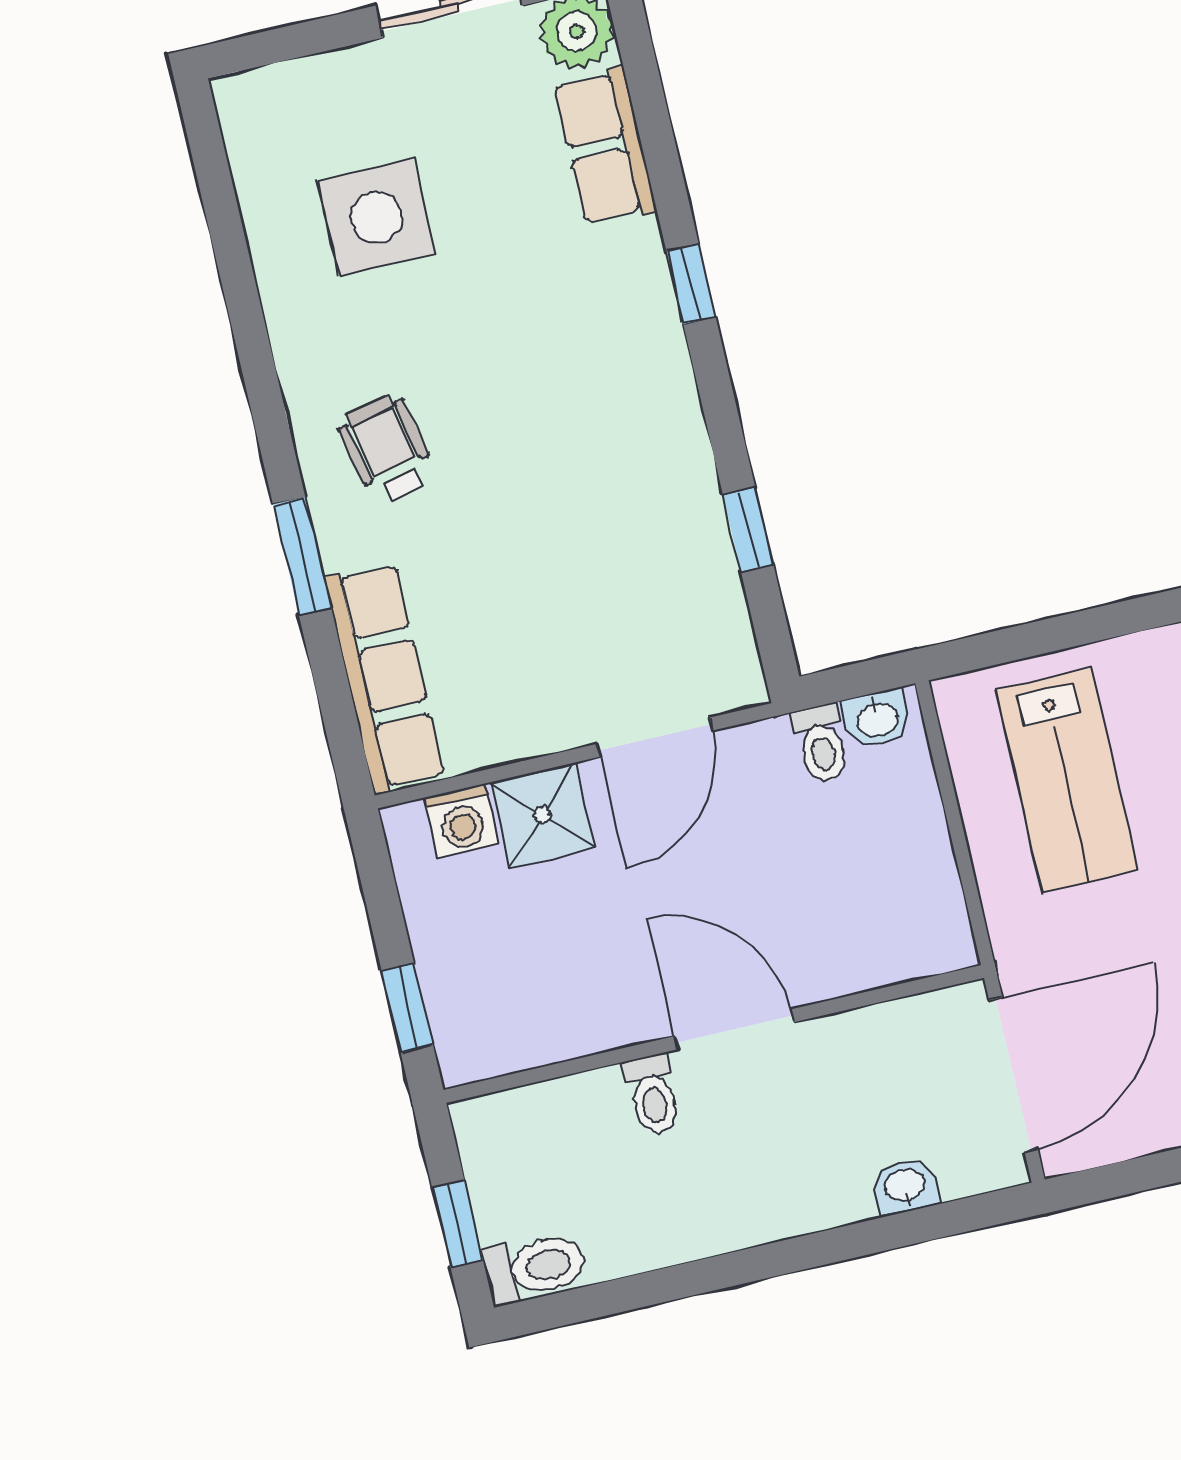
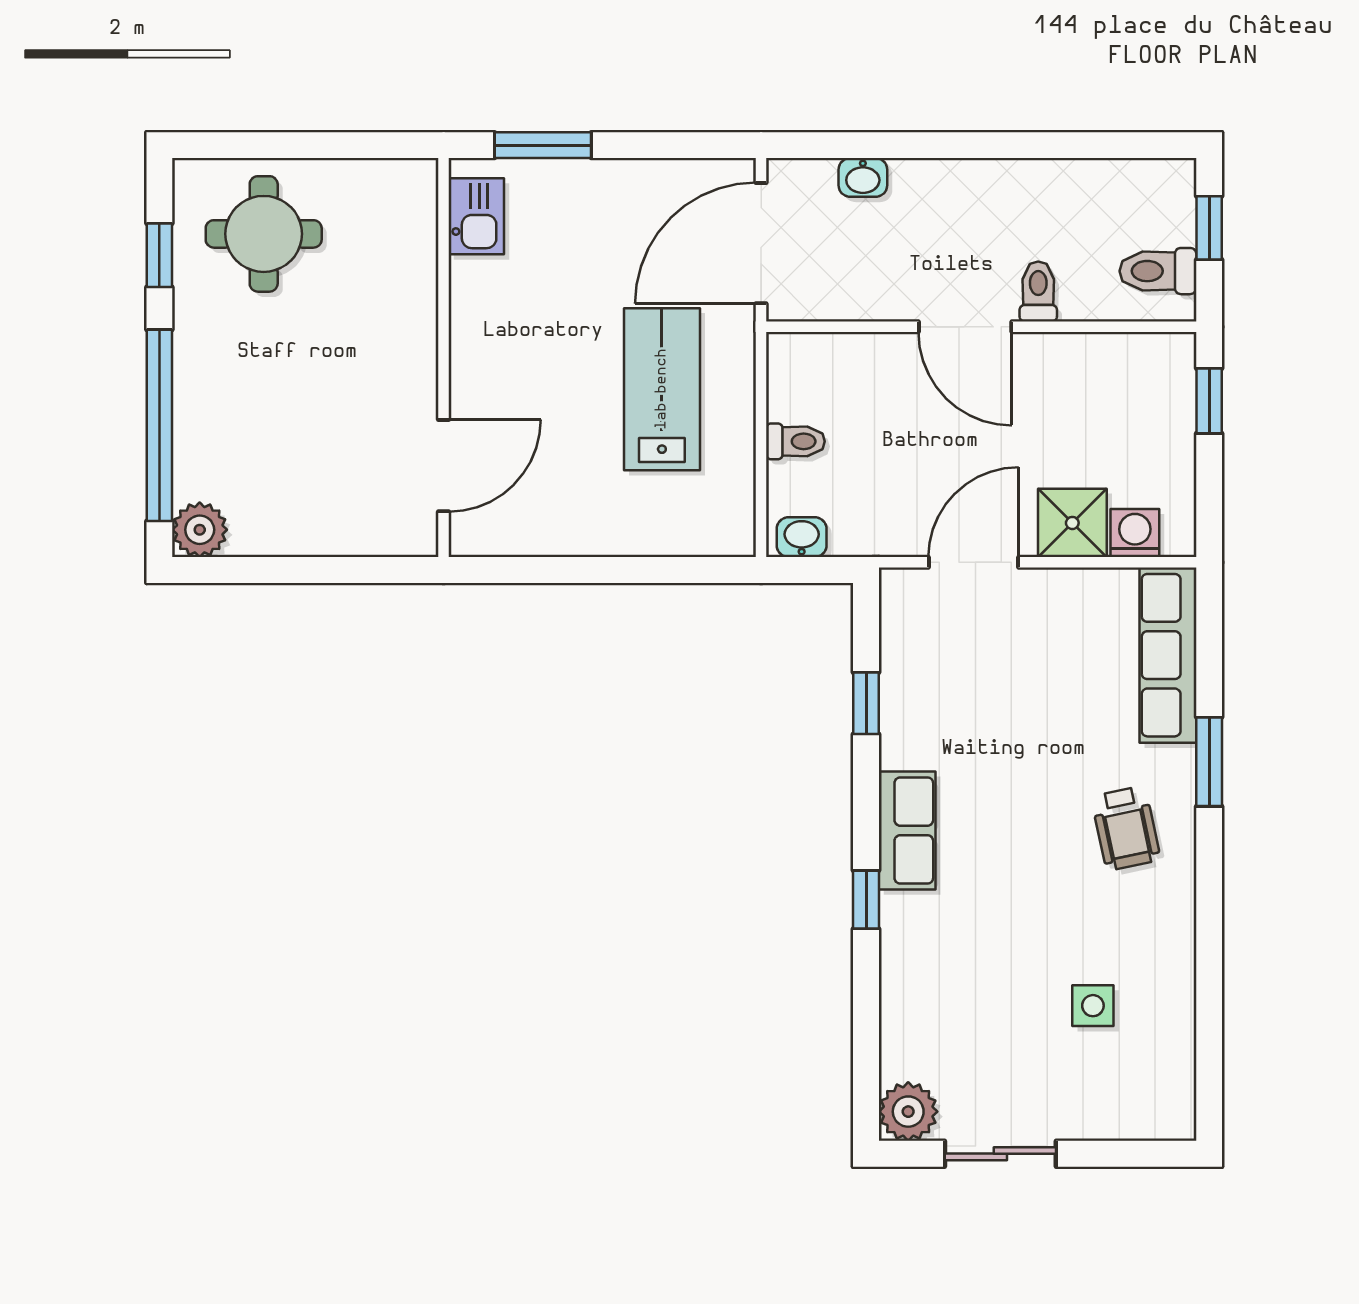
row of seats: (605, 147) -> (907, 830), moved
side table: (376, 218) -> (1093, 1006), width x0.54, depth x0.54
toilet: (821, 744) -> (795, 441), moved, turned 90
lab bench: (1067, 780) -> (662, 389), moved
toilet: (535, 1268) -> (1158, 271), moved

